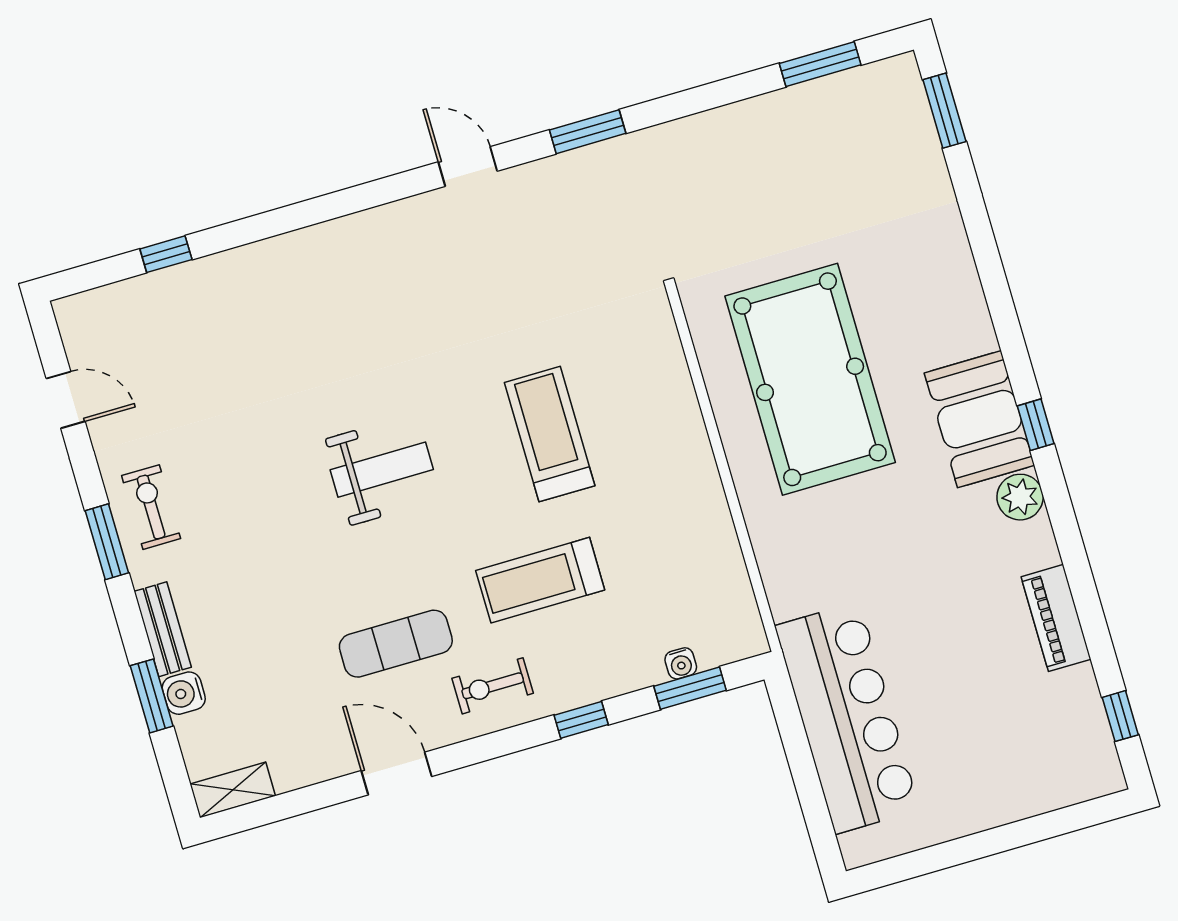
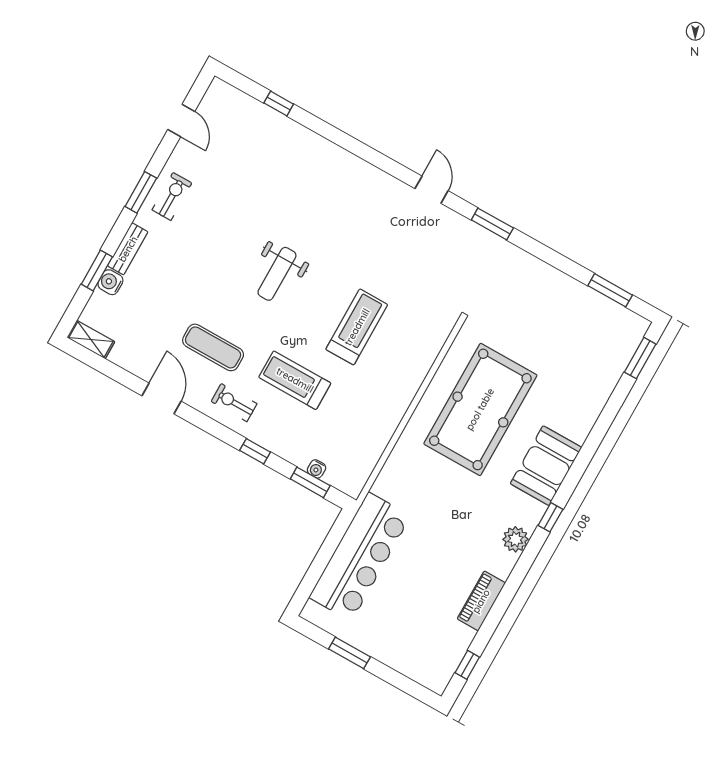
booth: (980, 419) -> (546, 466), moved
weight bench: (382, 470) -> (277, 274), turned 90
window: (957, 852) -> (350, 653), added

